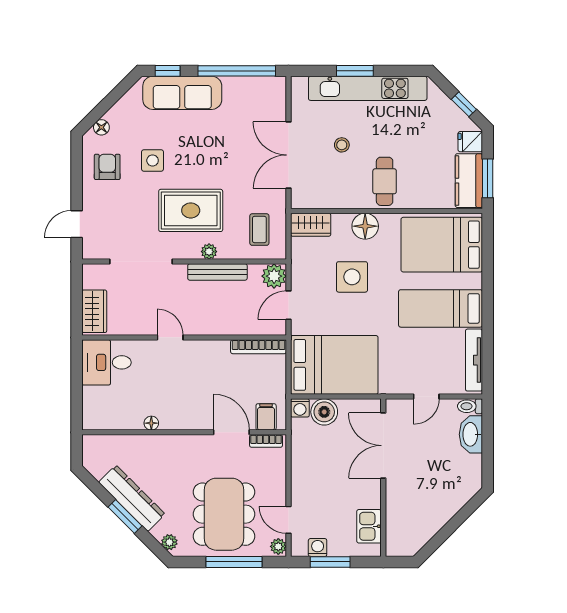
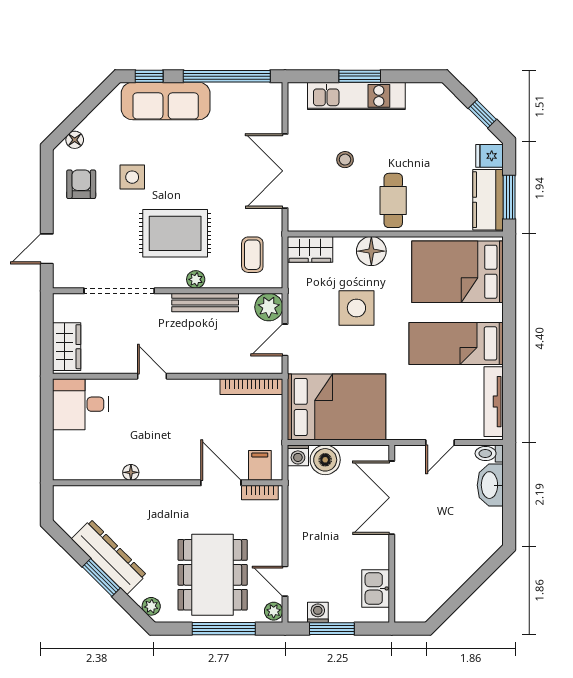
kitchen unit: (368, 88) -> (356, 96), width x0.73

